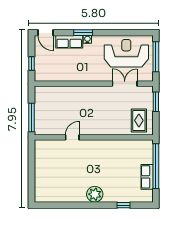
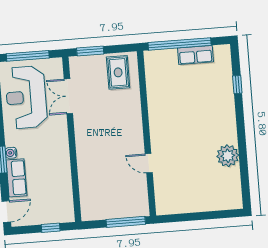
rug: (139, 120) -> (118, 72), turned 90
plant: (95, 194) -> (228, 156), moved

